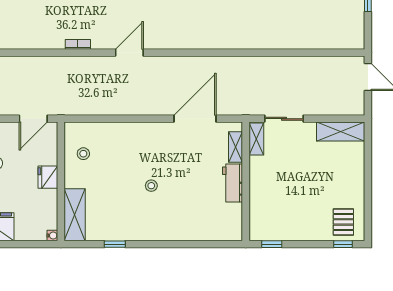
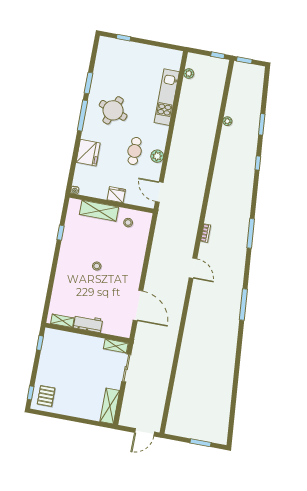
shelving: (236, 147) -> (62, 321), moved
shelving: (75, 215) -> (99, 211), moved
pallet: (343, 222) -> (46, 396), turned 90

